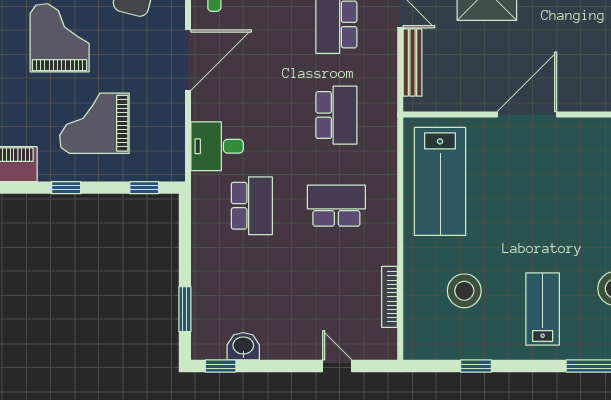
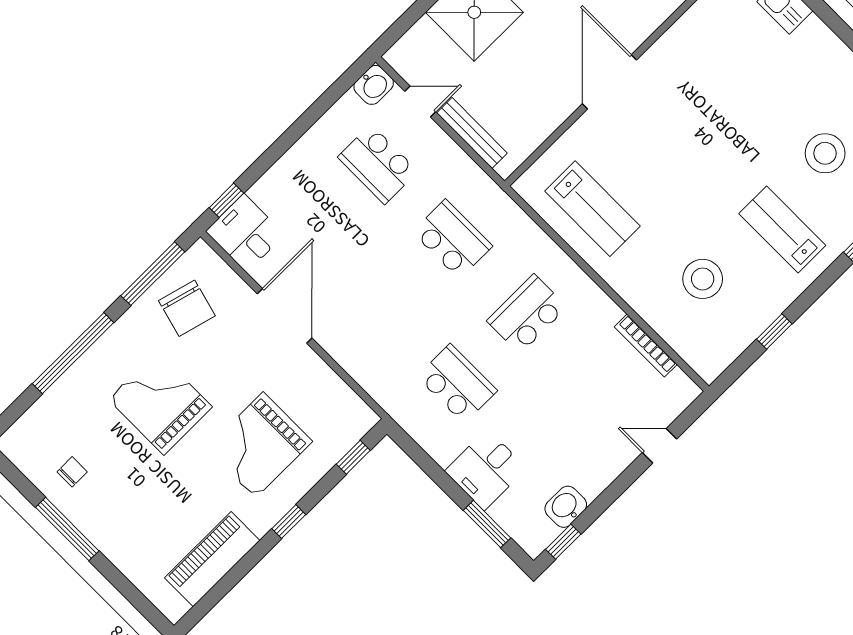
desk: (217, 146) -> (486, 470), moved
lab bench: (440, 181) -> (593, 209), width x0.73, depth x0.72

